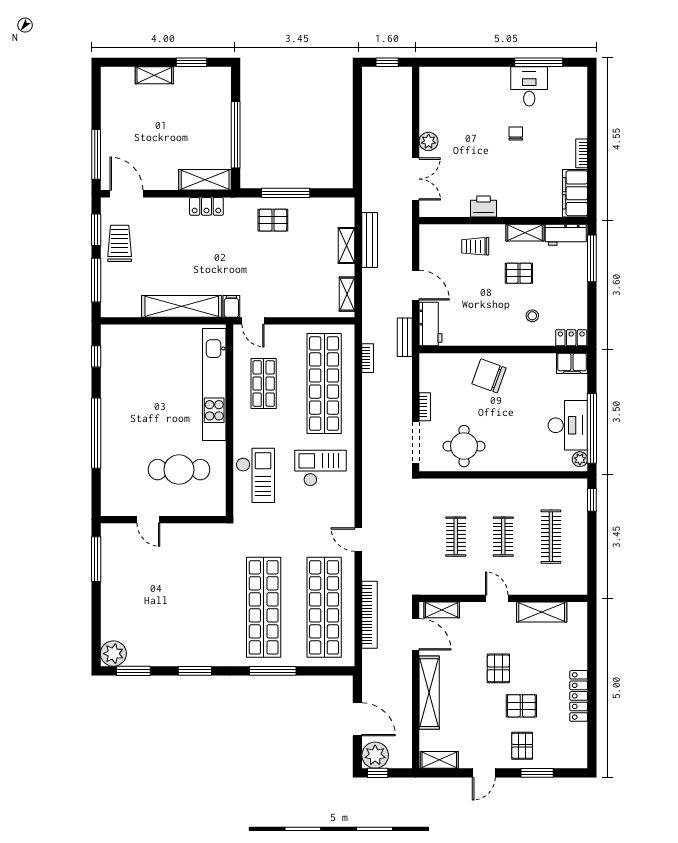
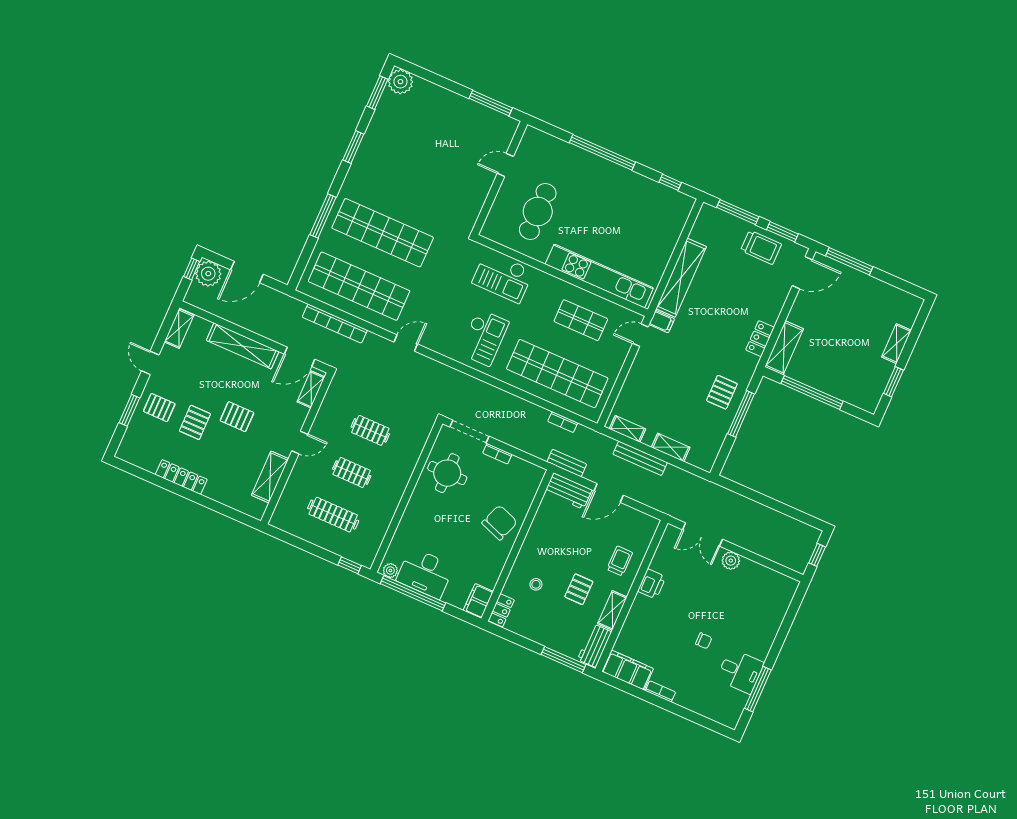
bench: (370, 240) -> (640, 458), moved

